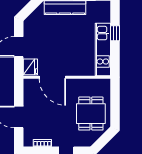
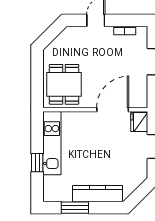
door: (52, 77) -> (113, 110), hinge flipped
dining table: (91, 114) -> (64, 84), moved

